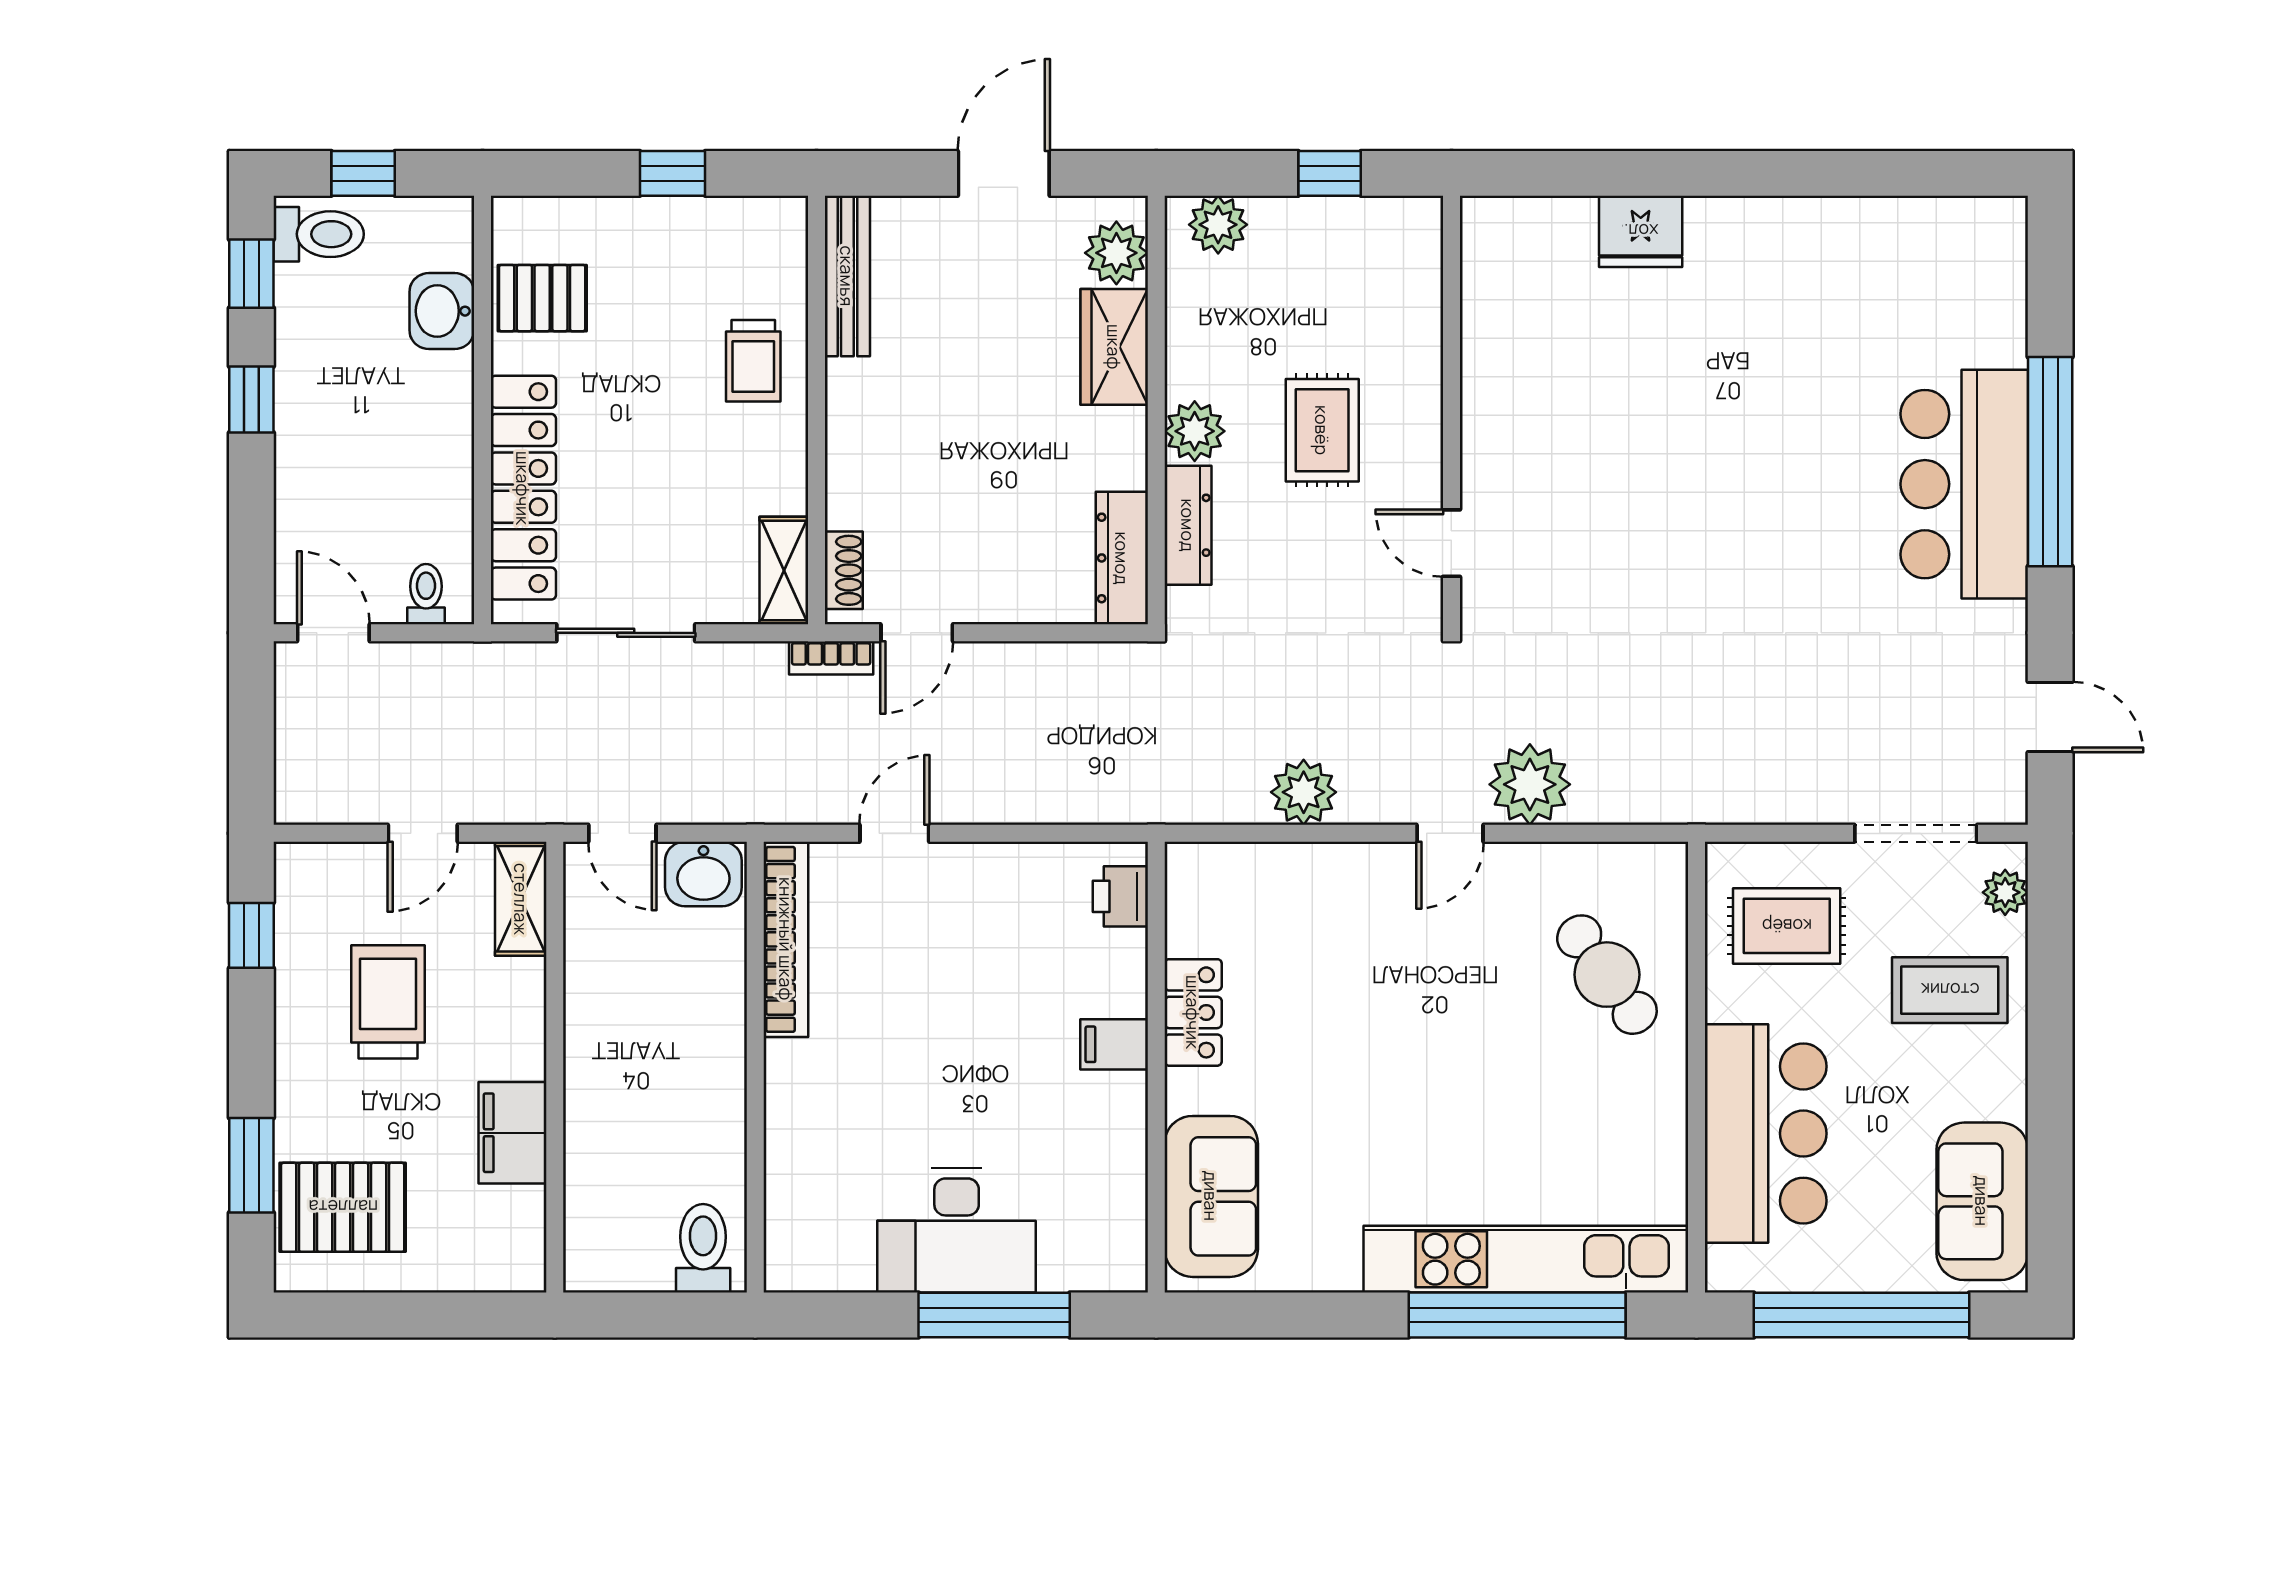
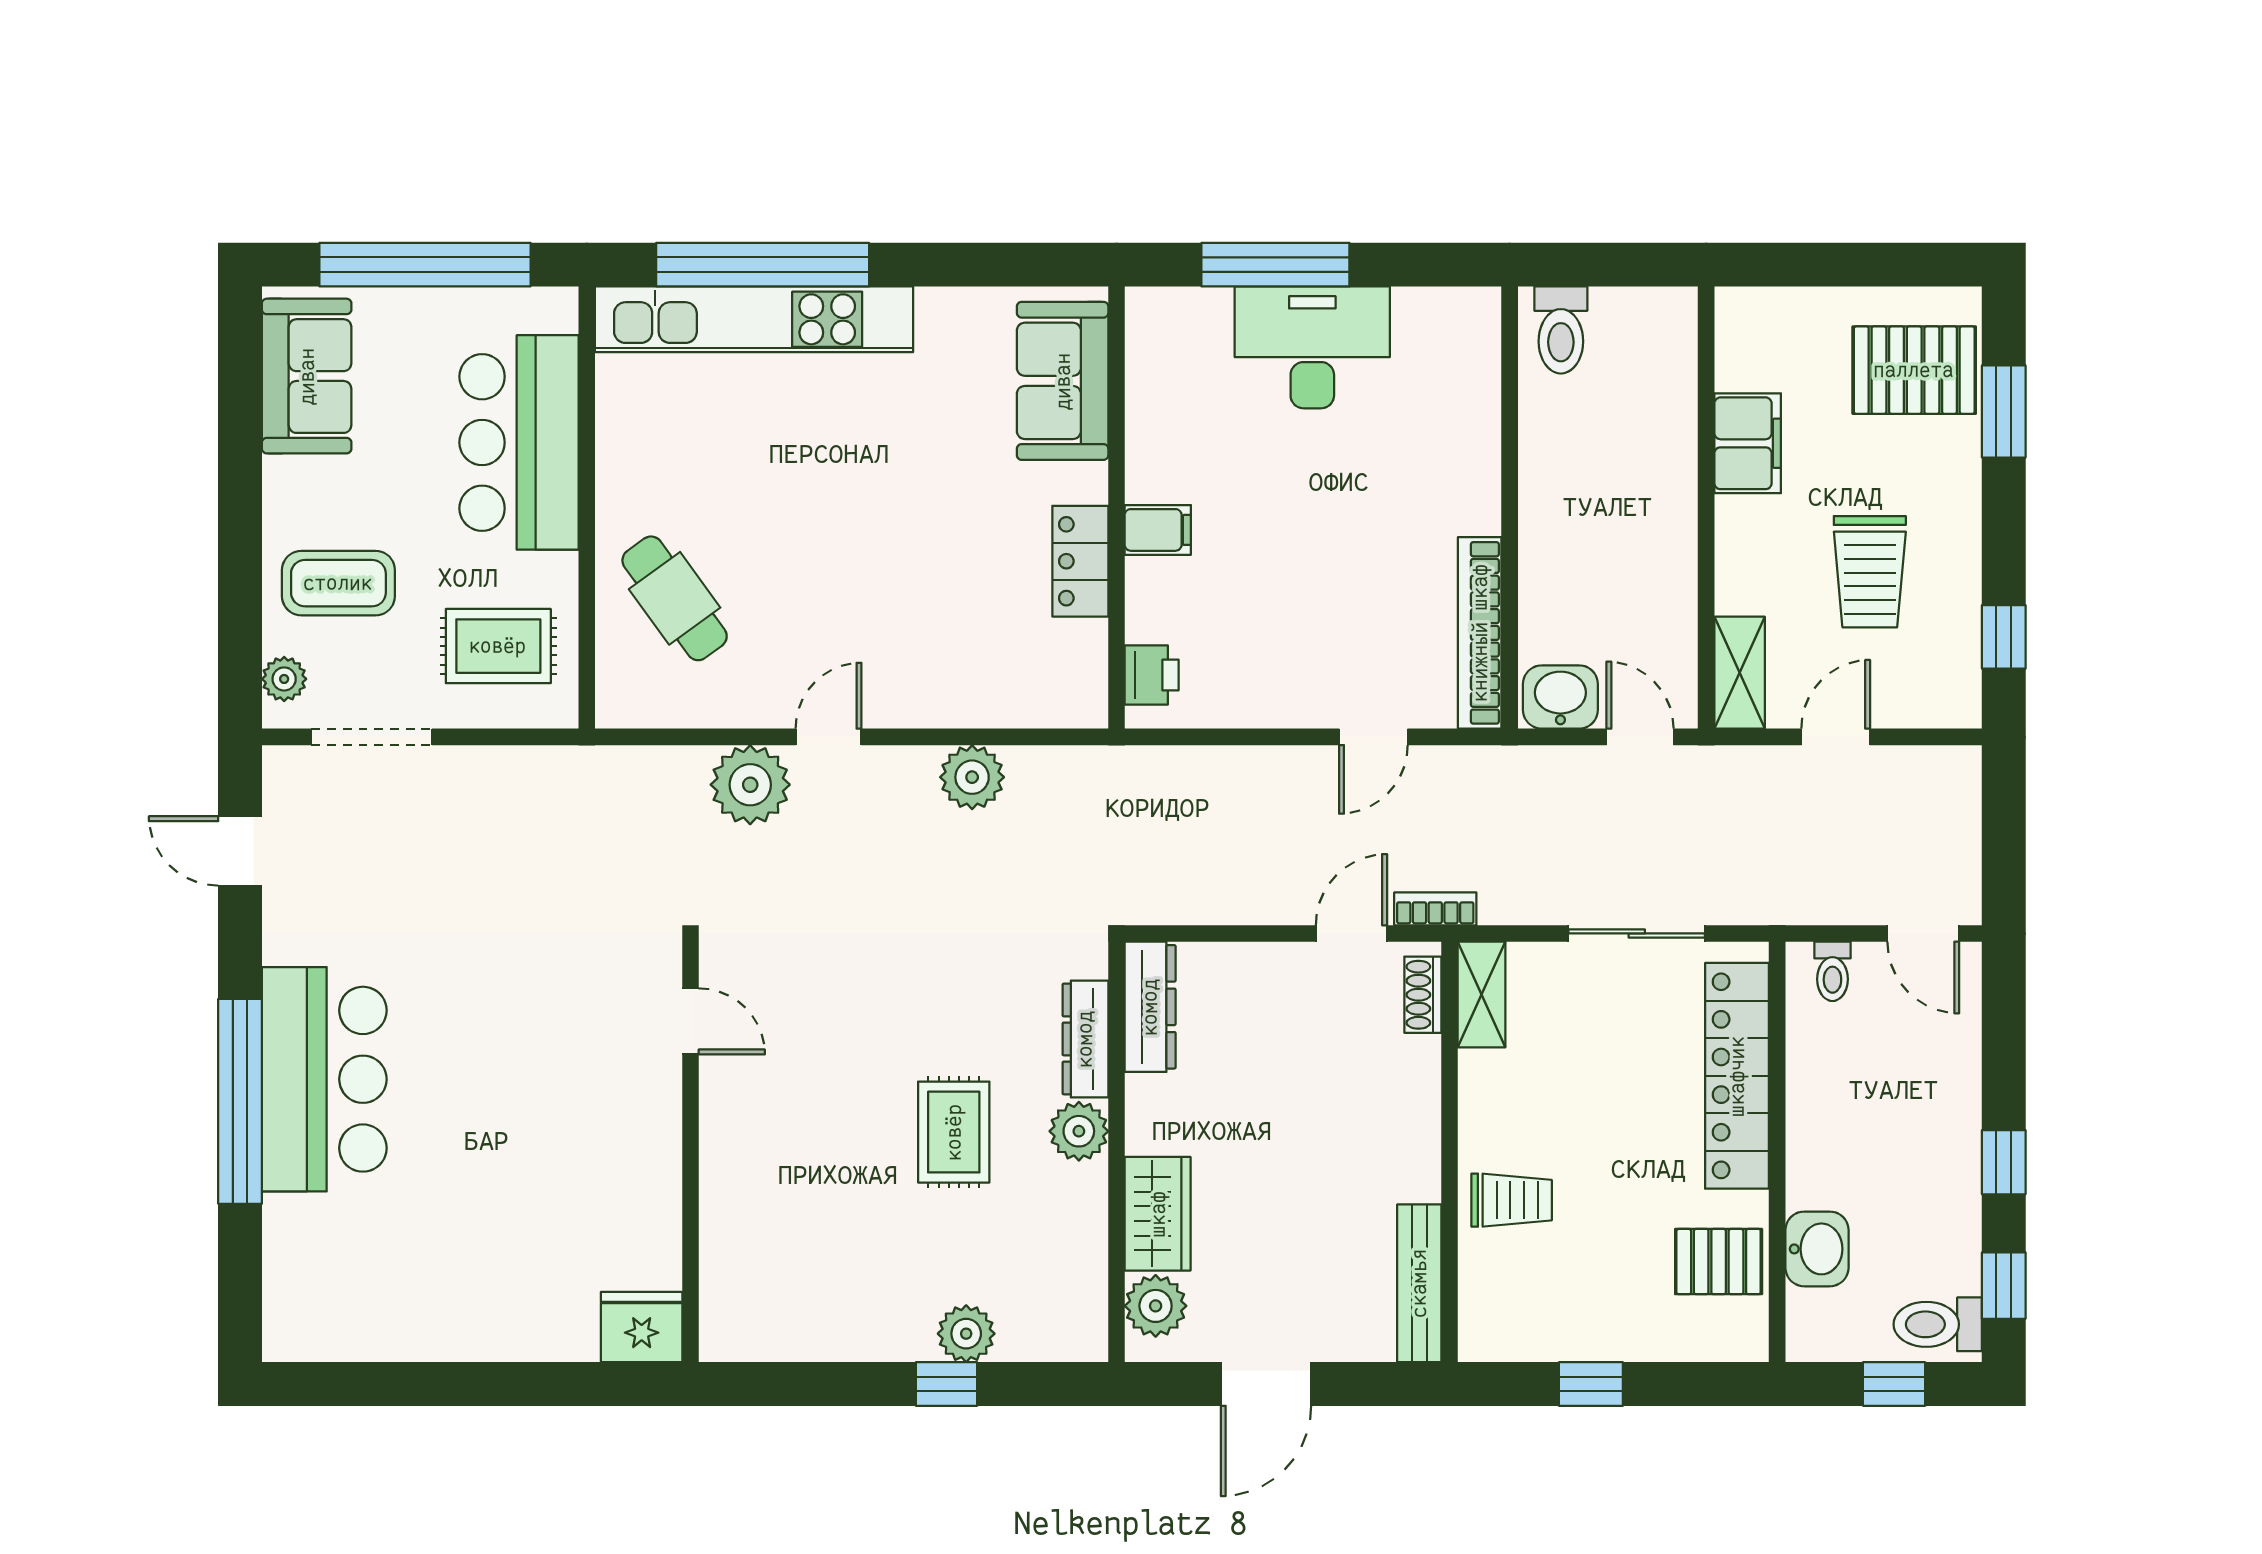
plant: (1218, 225) -> (966, 1334), moved
trolley: (753, 361) -> (1512, 1200), turned 90
wall: (1451, 410) -> (691, 1152), moved
door: (1451, 543) -> (691, 1021), moved

